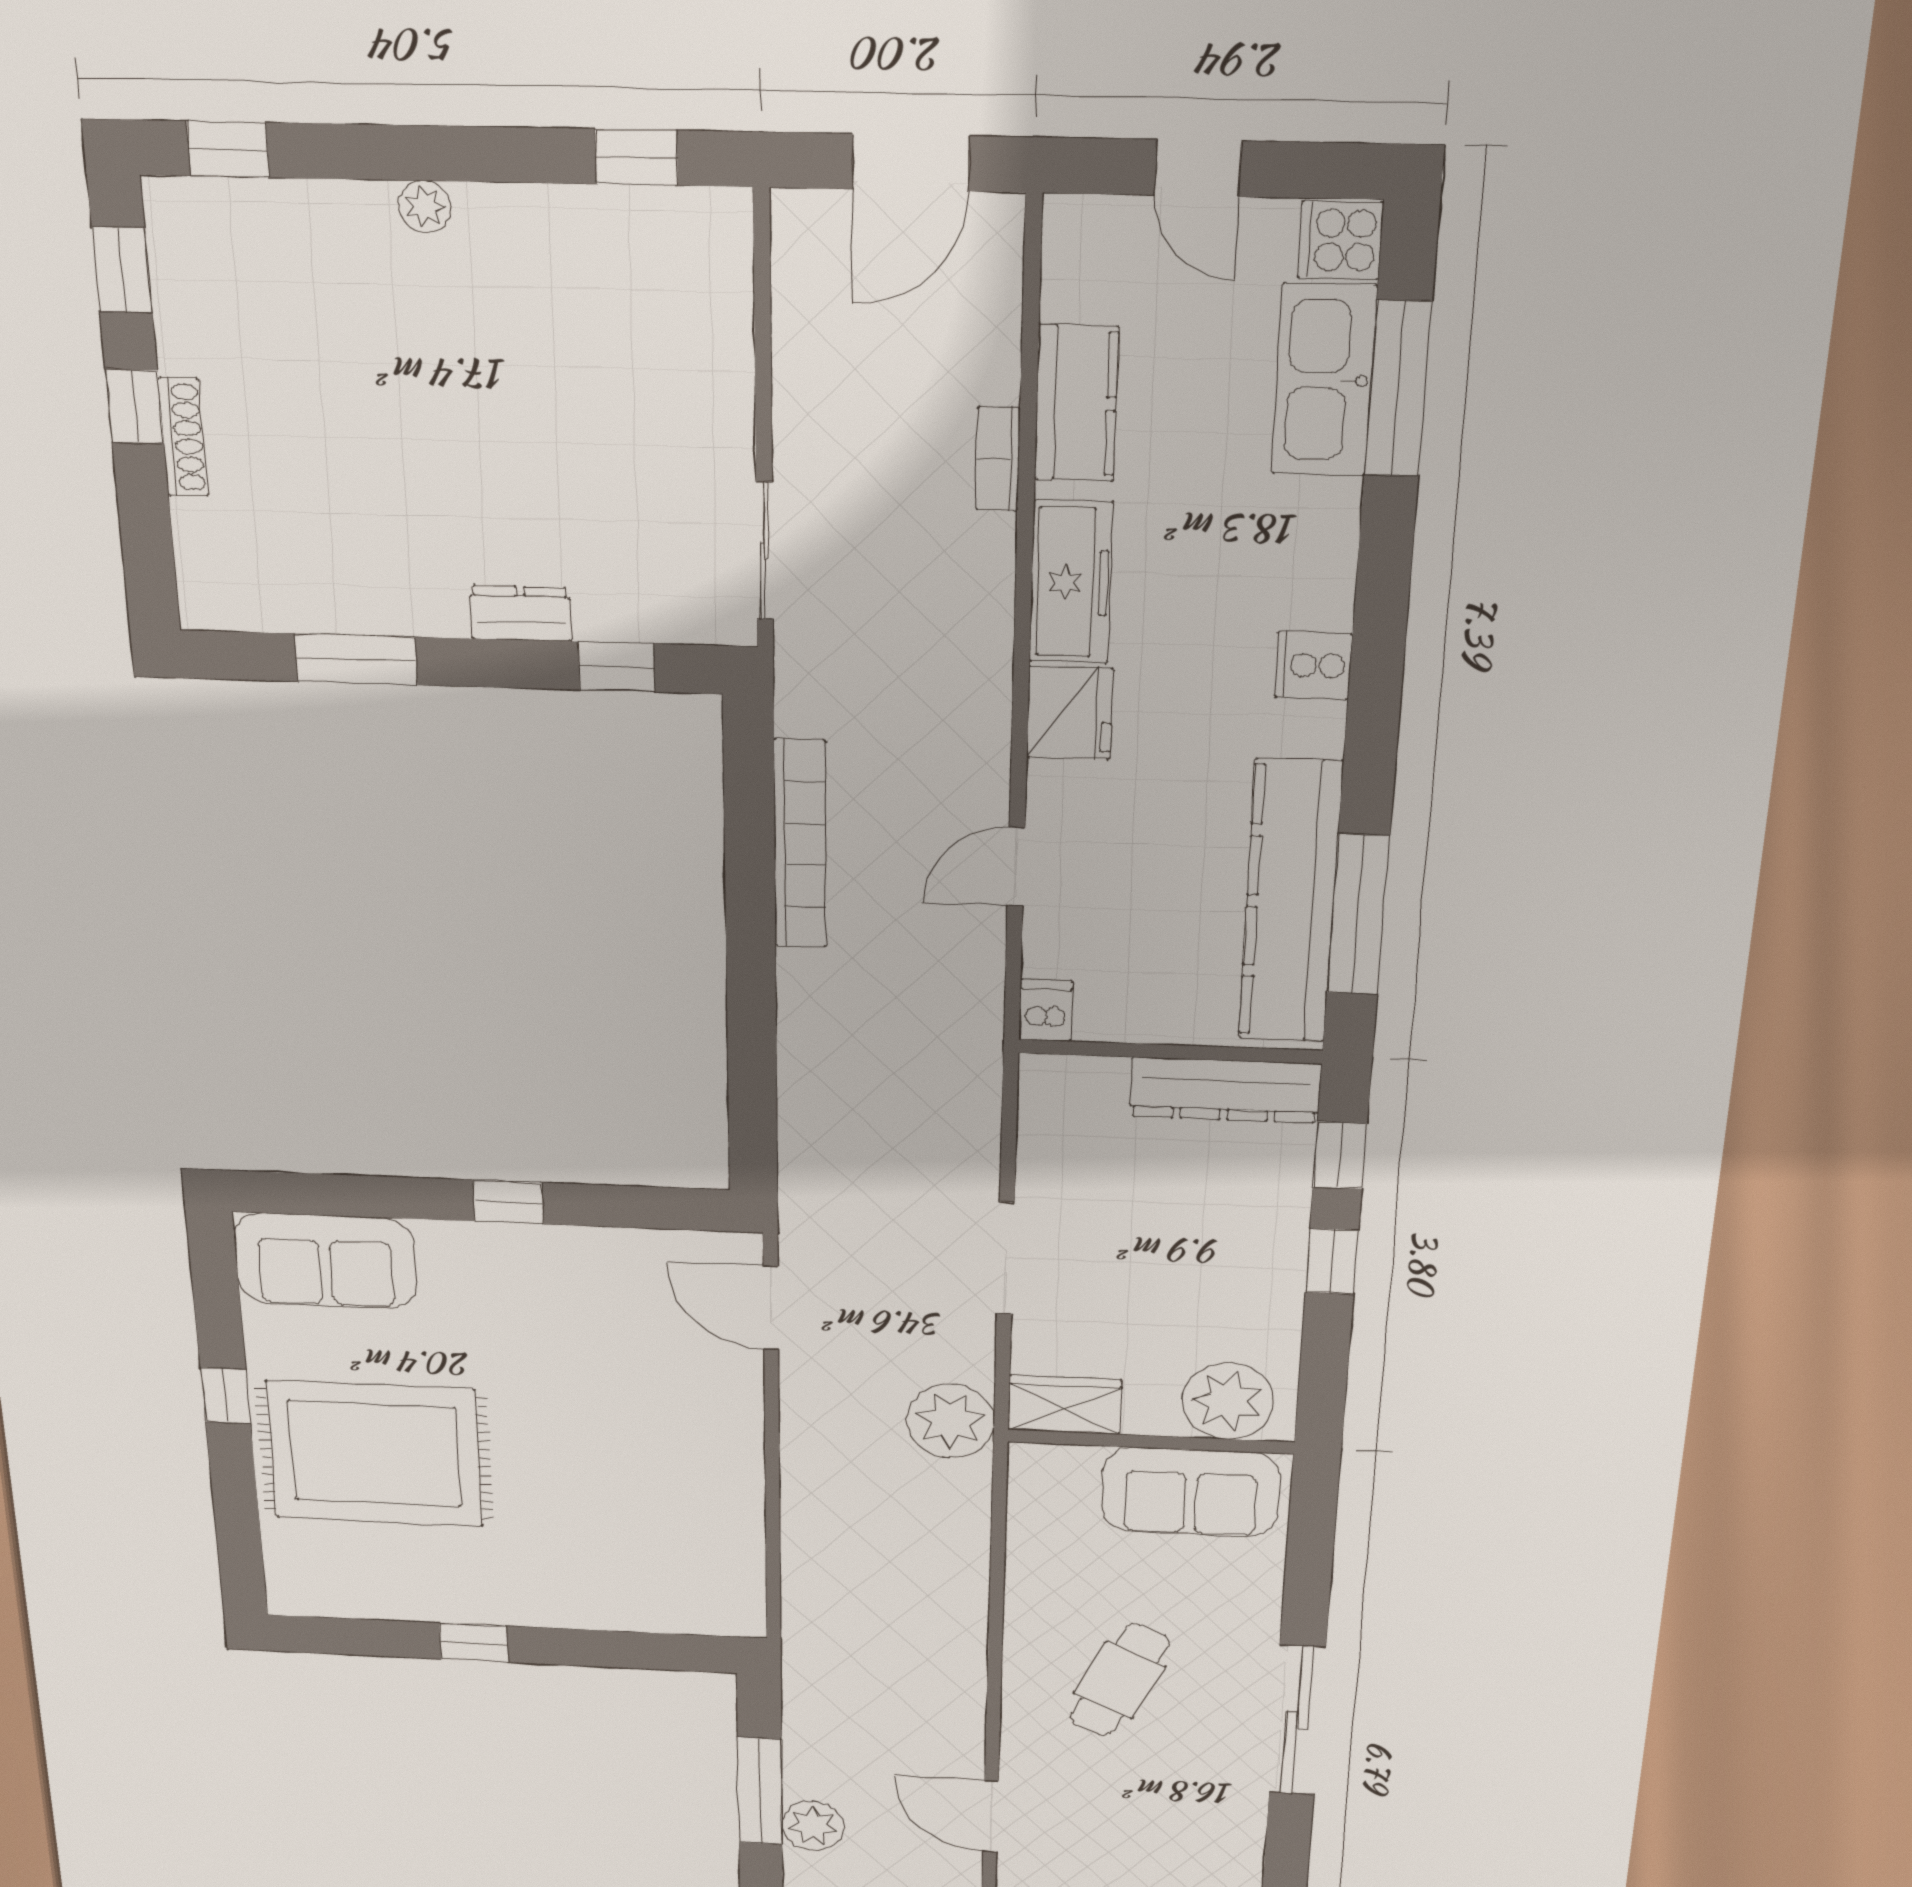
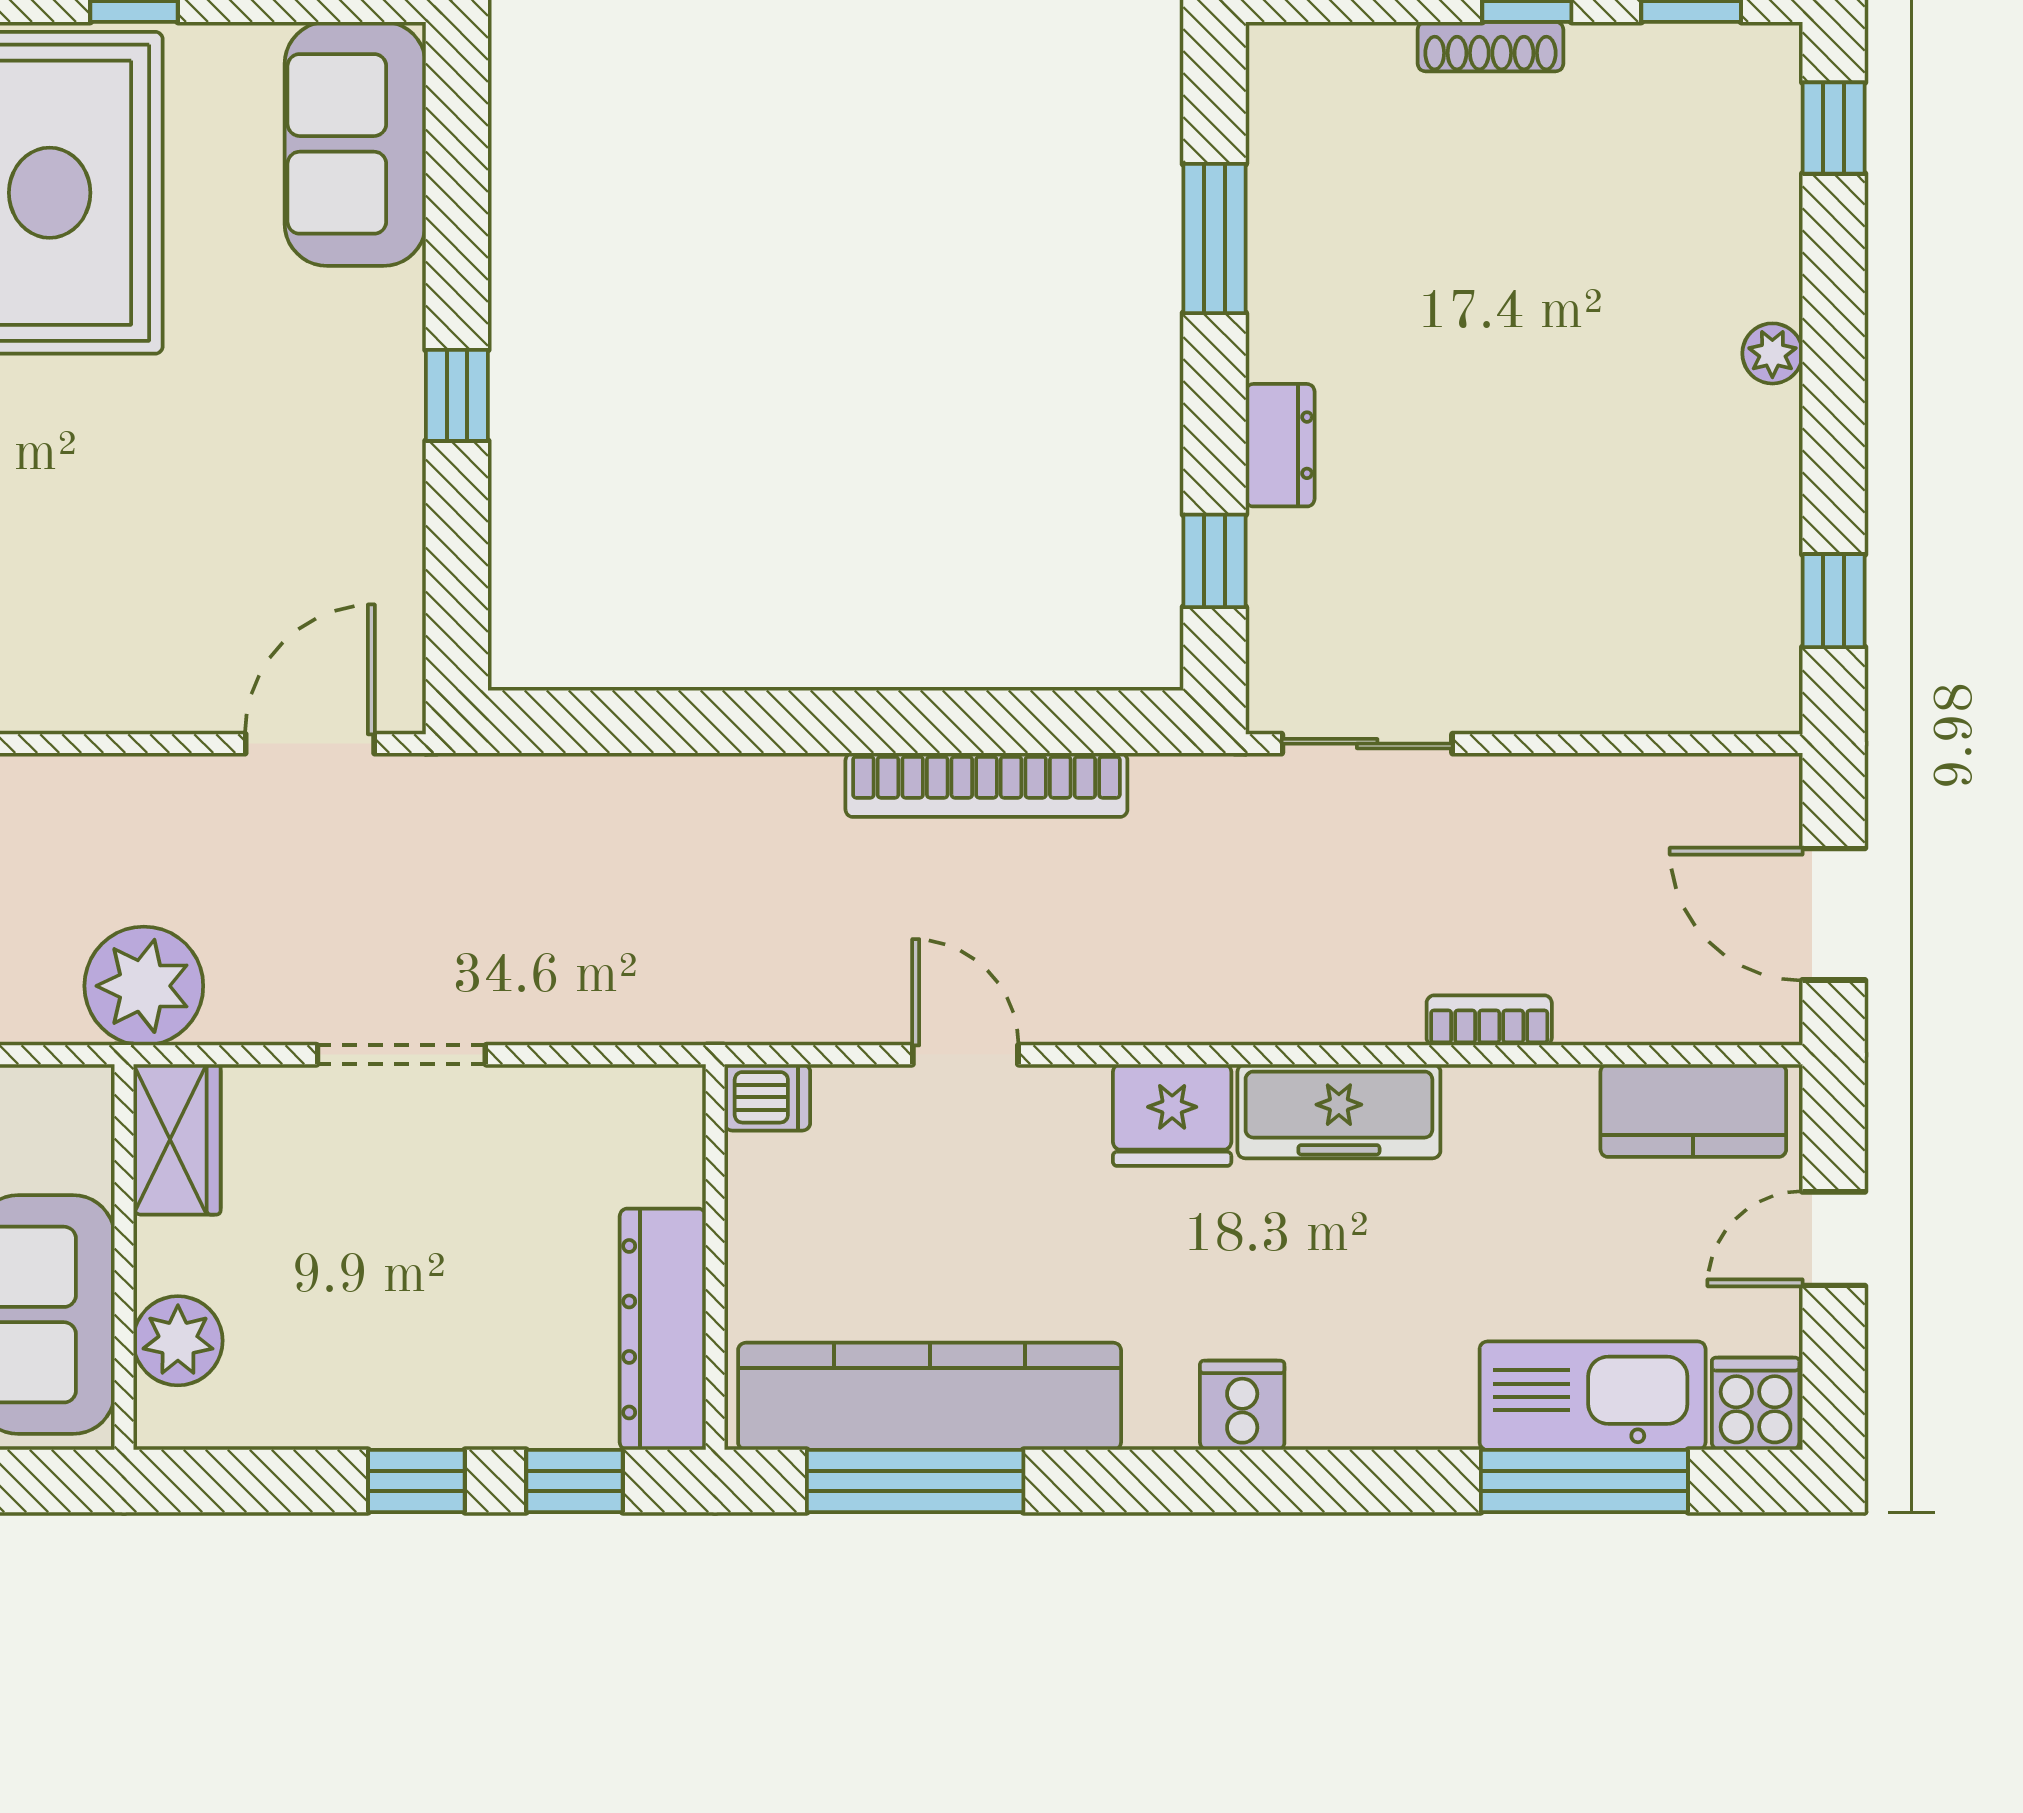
kitchen counter: (1076, 403) -> (1693, 1111), moved
plant: (1228, 1401) -> (178, 1341), width x0.73, depth x0.73

